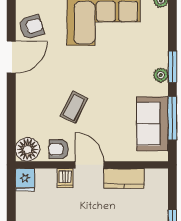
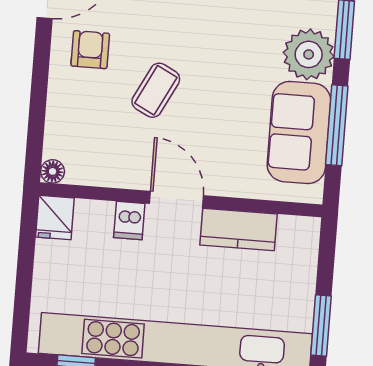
plant: (161, 75) -> (309, 54), width x1.87, depth x1.87
floor lamp: (28, 149) -> (53, 171), width x0.53, depth x0.53
armchair: (59, 149) -> (90, 50), moved, turned 90

